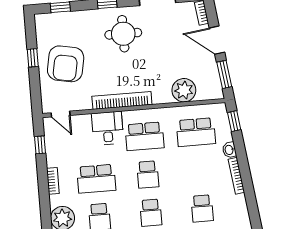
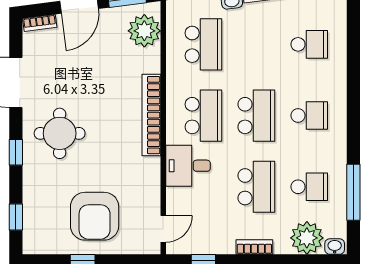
armchair: (66, 64) -> (95, 216), turned 79
plant: (184, 90) -> (144, 31), moved
bookcase: (122, 100) -> (151, 115), moved
school desk: (148, 175) -> (256, 116), width x1.85

